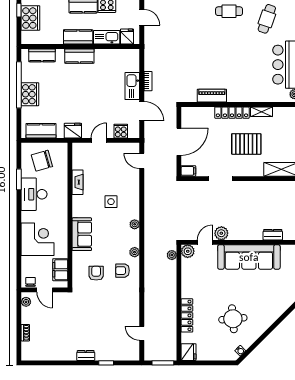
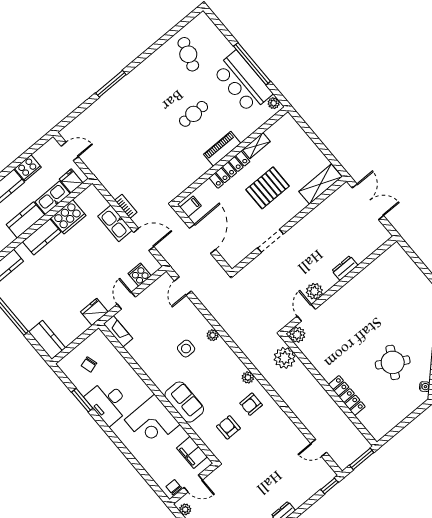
cafe table: (229, 11) -> (194, 114), moved
cooker: (30, 94) -> (68, 217), moved, turned 90
piano: (212, 96) -> (222, 149), moved
kitchen counter: (41, 131) -> (47, 340), moved, turned 90
chair: (42, 161) -> (89, 364), width x0.54, depth x0.54
door: (142, 161) -> (183, 286), hinge flipped
filing cabinet: (188, 171) -> (191, 206), moved
fireplace: (78, 182) -> (118, 331), moved
plant: (135, 224) -> (213, 335), moved
dresser: (273, 235) -> (345, 268), moved
corner desk: (38, 239) -> (152, 422), moved, turned 180
plant: (172, 255) -> (285, 358), width x1.88, depth x1.88
sofa: (249, 257) -> (359, 292), removed
round table: (233, 319) -> (393, 362), turned 35
fridge: (188, 352) -> (377, 429), removed
window: (106, 363) -> (329, 486), moved

